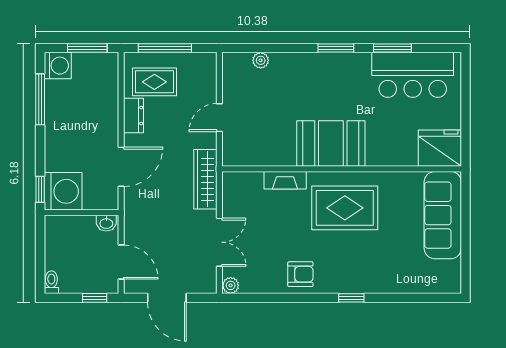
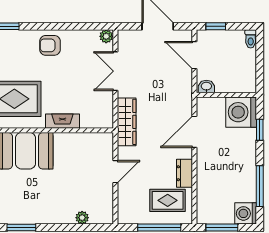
window: (40, 189) -> (260, 130), moved

